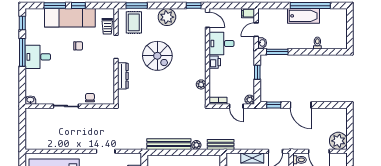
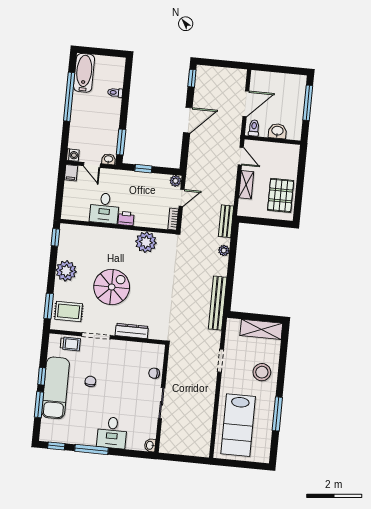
washing machine: (263, 13) -> (73, 155), added
bathtub: (304, 16) -> (84, 73), moved
door: (208, 20) -> (74, 222), removed
desk: (38, 57) -> (112, 433), moved
plant: (201, 84) -> (146, 242), width x1.87, depth x1.87
window: (274, 105) -> (192, 78), moved
plant: (338, 141) -> (236, 79), removed
bench: (169, 144) -> (218, 303), moved

